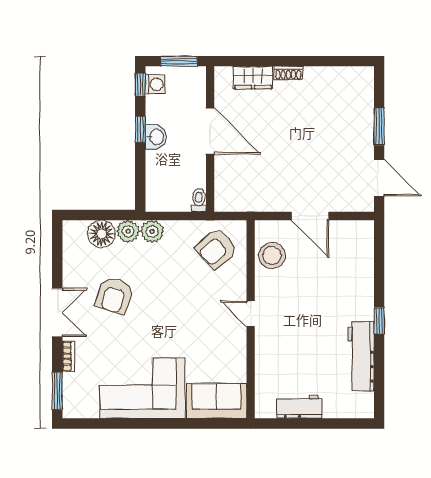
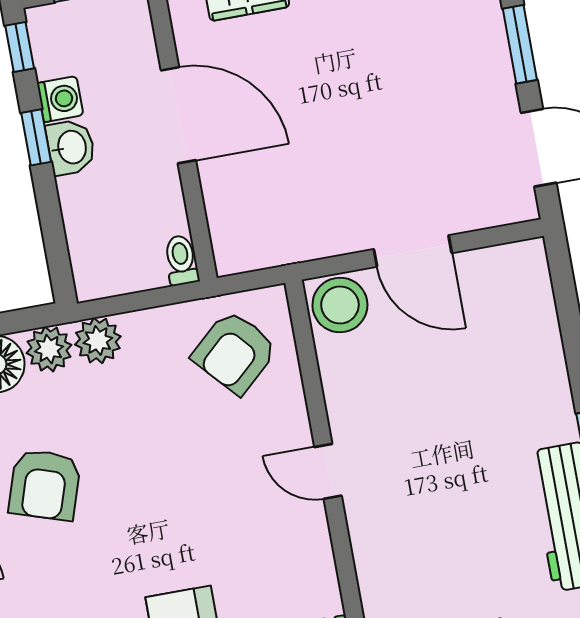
washing machine: (155, 84) -> (60, 99), moved
stool: (272, 256) -> (340, 305), moved

